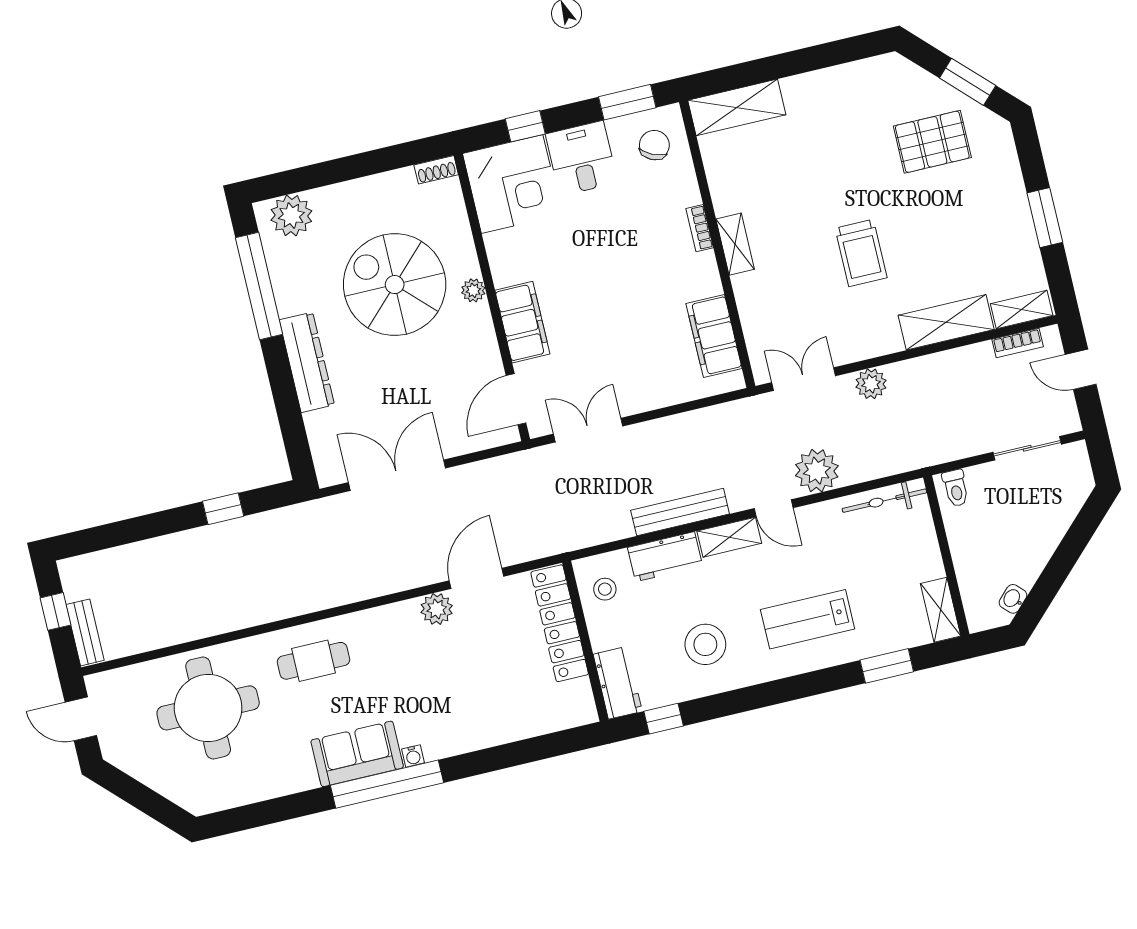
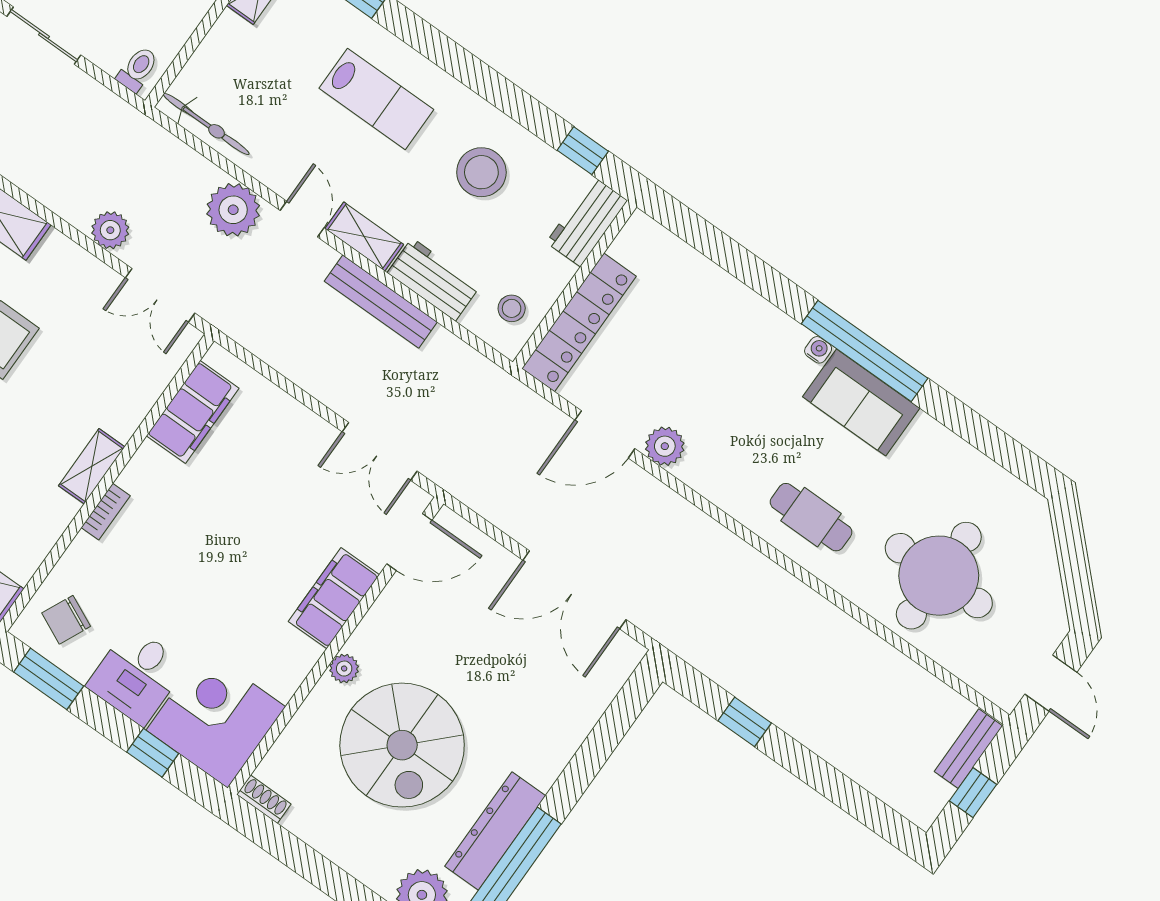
dresser: (307, 362) -> (495, 831), moved

